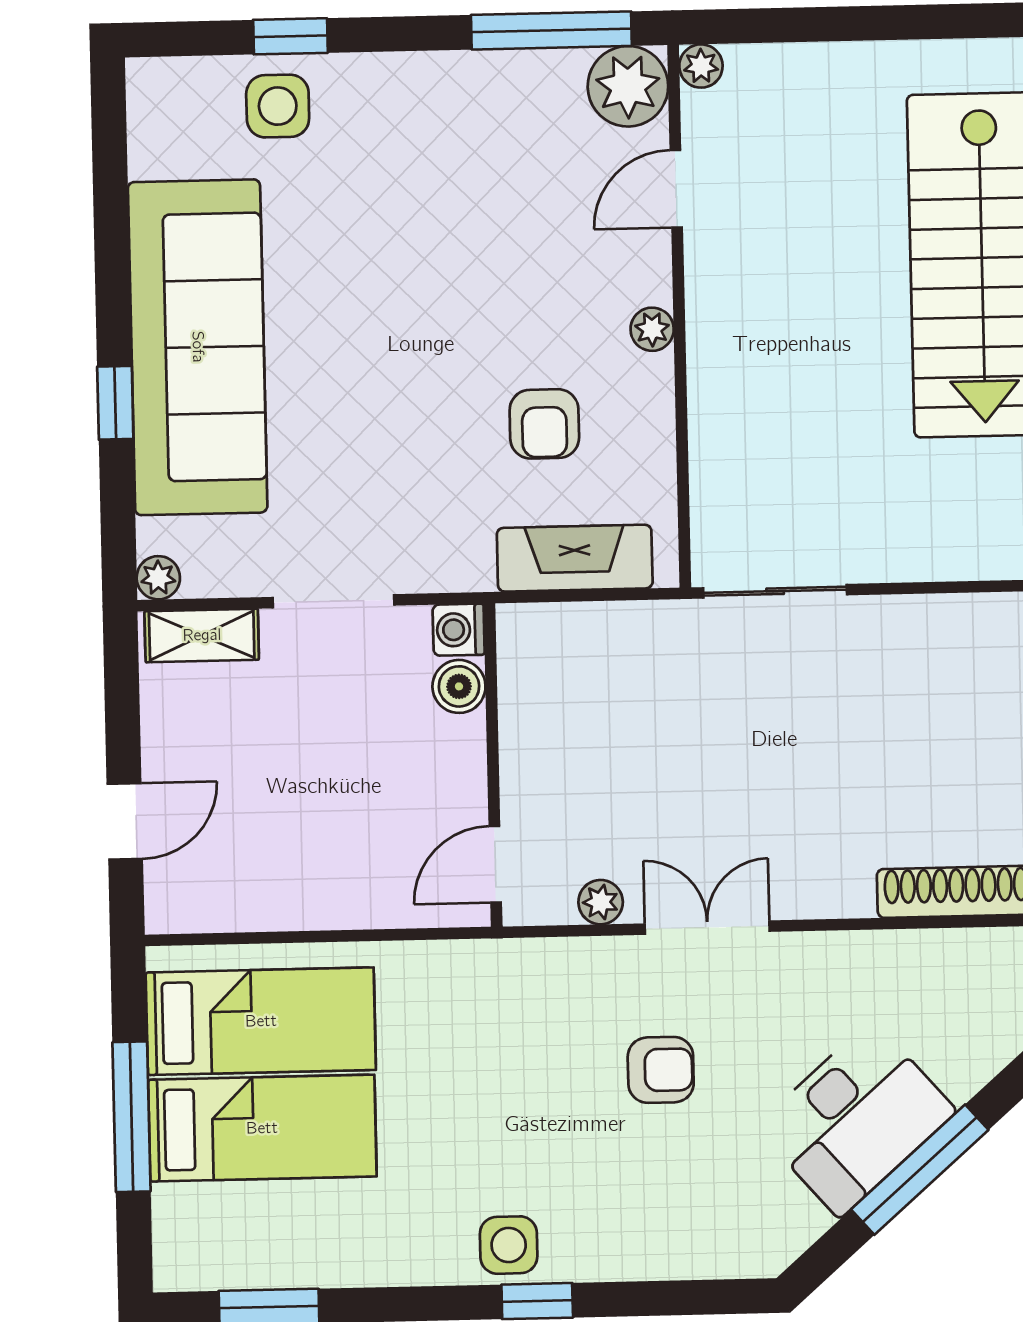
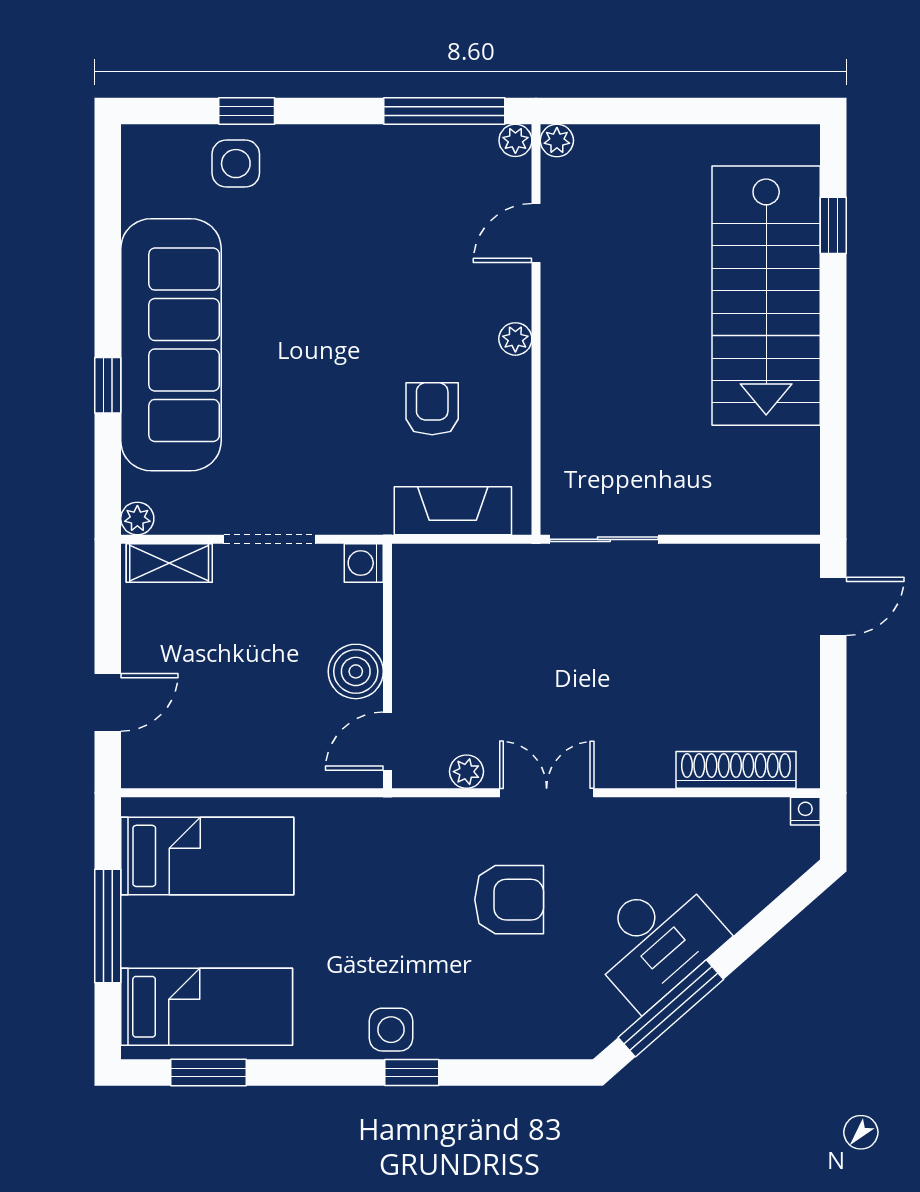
plant: (628, 86) -> (515, 140), width x0.53, depth x0.53
armchair: (544, 424) -> (432, 409), turned 180
boiler: (459, 686) -> (356, 671), moved, width x1.36, depth x1.36
armchair: (661, 1070) -> (509, 900), width x1.38, depth x1.38
bed: (262, 1128) -> (207, 1007), moved
window: (920, 1170) -> (671, 1008), moved

